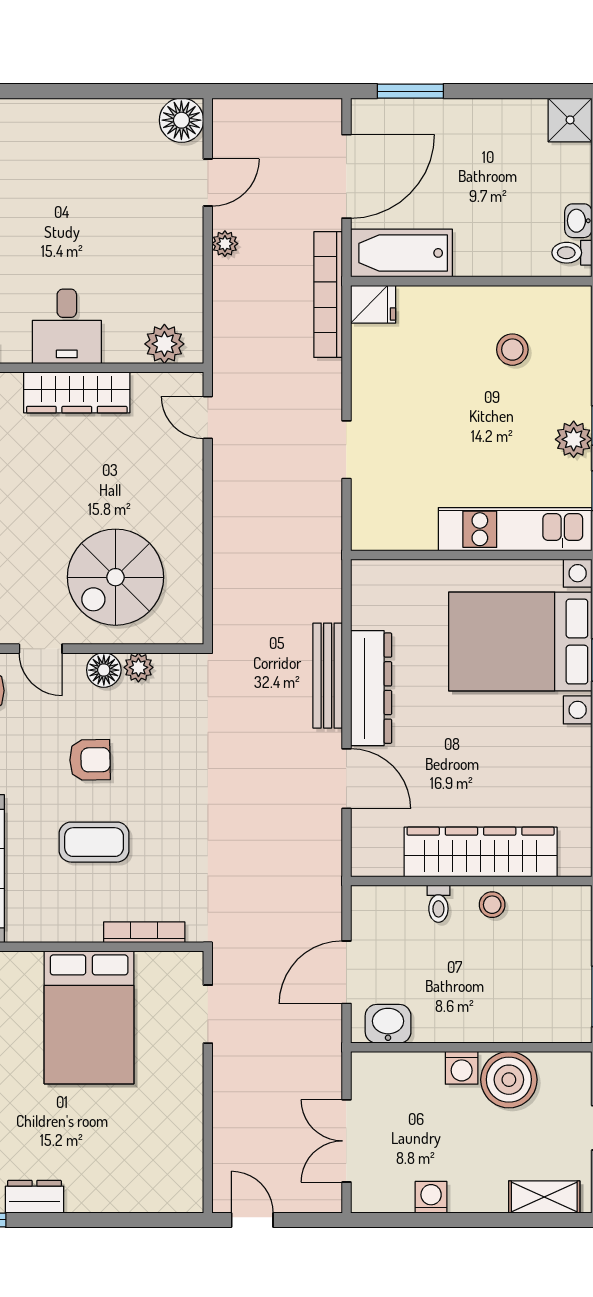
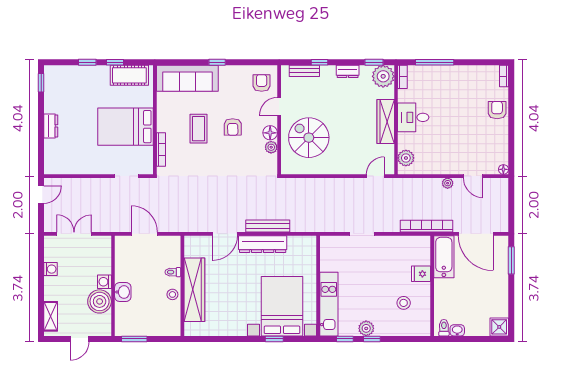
floor lamp: (181, 120) -> (503, 169), width x0.53, depth x0.53
armchair: (49, 125) -> (497, 110), added
fridge: (373, 304) -> (421, 274), moved, turned 90
washbasin: (388, 1024) -> (123, 292), moved
dresser: (34, 1197) -> (51, 126), moved

